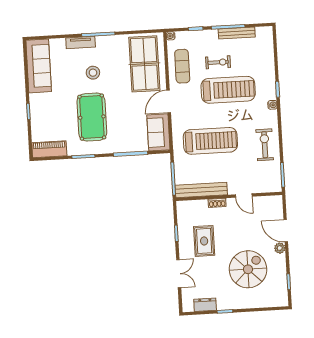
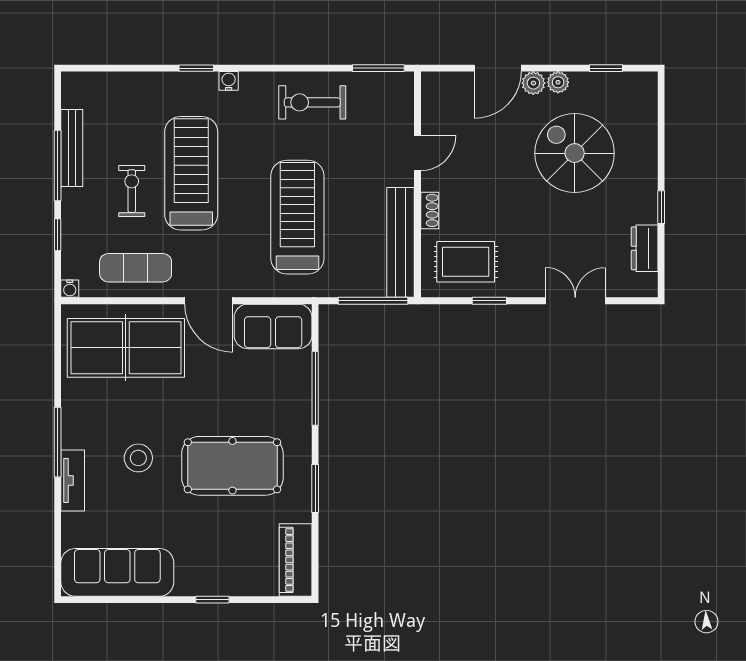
rug: (204, 241) -> (466, 262), moved
plant: (281, 260) -> (558, 82), added

